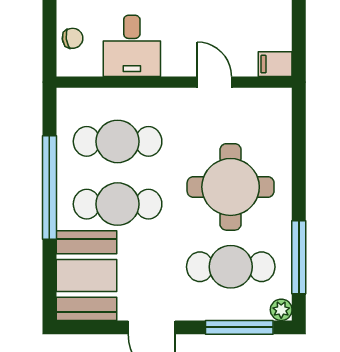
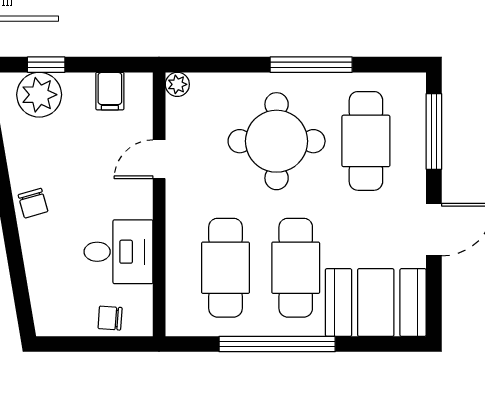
chair: (73, 38) -> (110, 318), turned -78
filing cabinet: (275, 64) -> (110, 91), moved
window: (299, 257) -> (311, 65), moved
plant: (281, 310) -> (177, 84), moved

